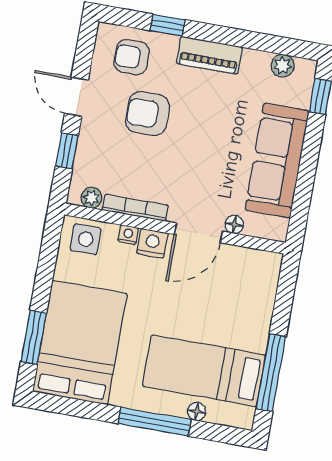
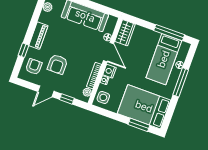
armchair: (132, 57) -> (34, 67), turned 180
wardrobe: (253, 265) -> (125, 33), added

